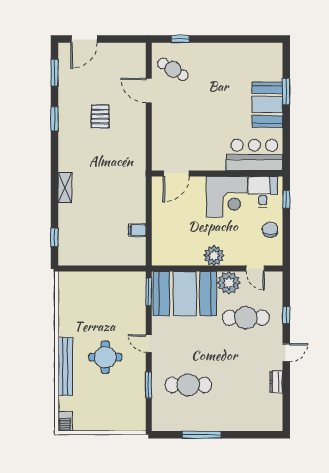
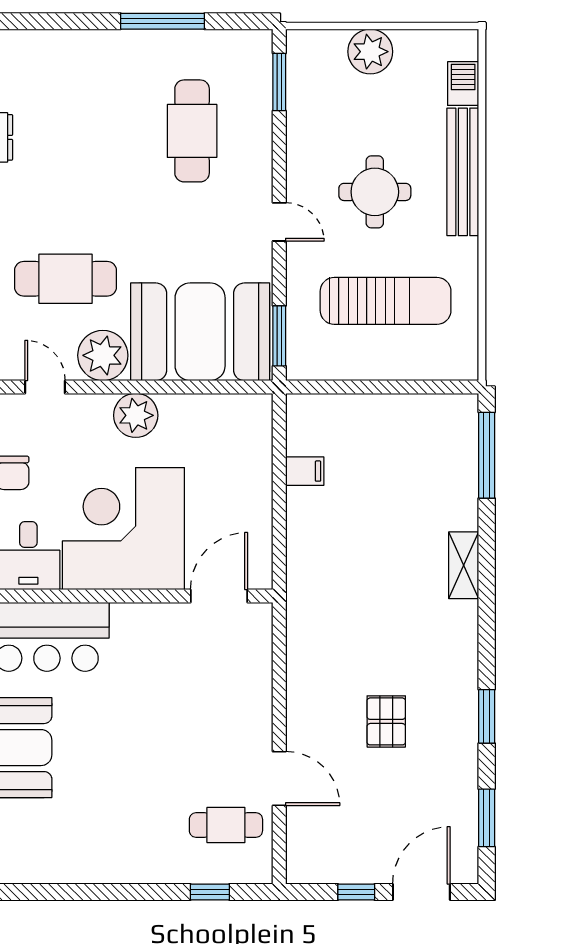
window: (114, 39) -> (356, 892), added
cafe table: (173, 69) -> (226, 825), turned -31
corner desk: (227, 197) -> (123, 529), width x1.36, depth x1.36
window: (54, 237) -> (487, 455), width x2.17
sun lounger: (100, 308) -> (386, 301), added
window: (149, 385) -> (279, 82), moved
cafe table: (188, 385) -> (192, 131), turned 90
barbecue: (65, 421) -> (463, 84), moved
plant: (107, 421) -> (370, 52), added

